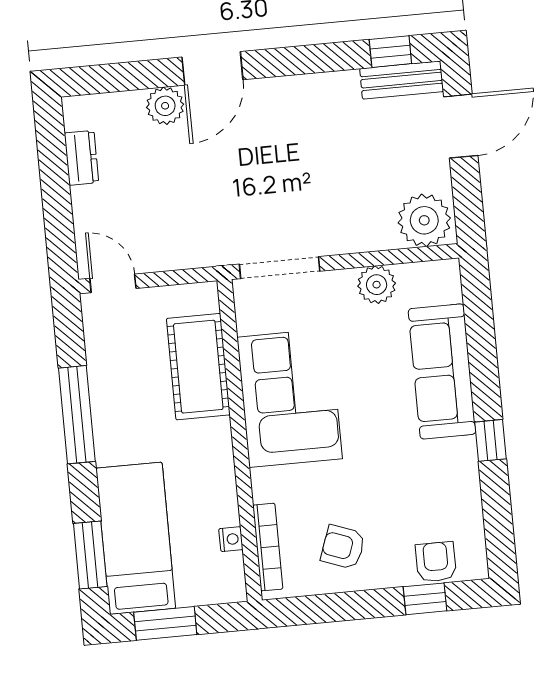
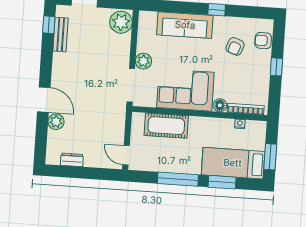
bench: (402, 80) -> (61, 35), moved
door: (113, 283) -> (126, 155), hinge flipped
plant: (377, 285) -> (143, 61), moved
floor lamp: (267, 485) -> (220, 105), added
armchair: (343, 547) -> (235, 46), moved
window: (90, 555) -> (222, 182), moved
window: (425, 599) -> (276, 67), moved

